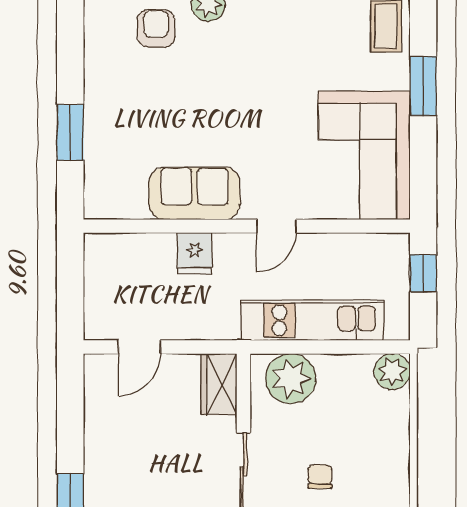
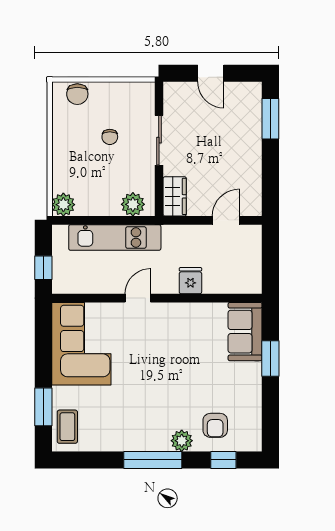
window: (423, 86) -> (43, 407), moved
sofa: (194, 193) -> (245, 332), moved, turned 90
plant: (291, 379) -> (133, 204), width x0.73, depth x0.73

